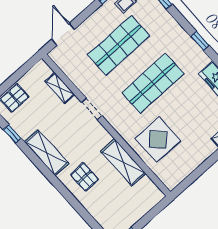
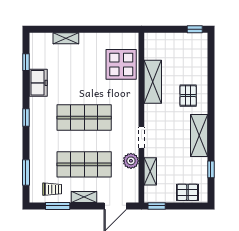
shelving: (95, 19) -> (84, 197), added
window: (29, 65) -> (157, 206), added
plant: (83, 82) -> (131, 161), added
display table: (158, 140) -> (121, 64), moved

